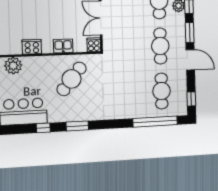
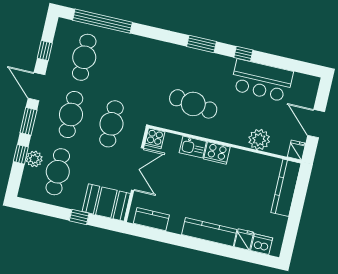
cooker: (32, 47) -> (217, 153), moved
cafe table: (129, 47) -> (111, 124), added
cafe table: (72, 79) -> (193, 104), turned 59
window: (191, 99) -> (45, 51), moved

